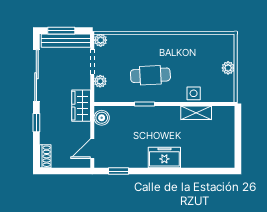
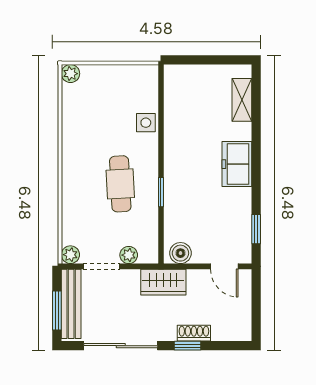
plant: (228, 68) -> (70, 74), moved
shelving: (196, 113) -> (242, 100), moved
shoe rack: (45, 156) -> (194, 333), moved

